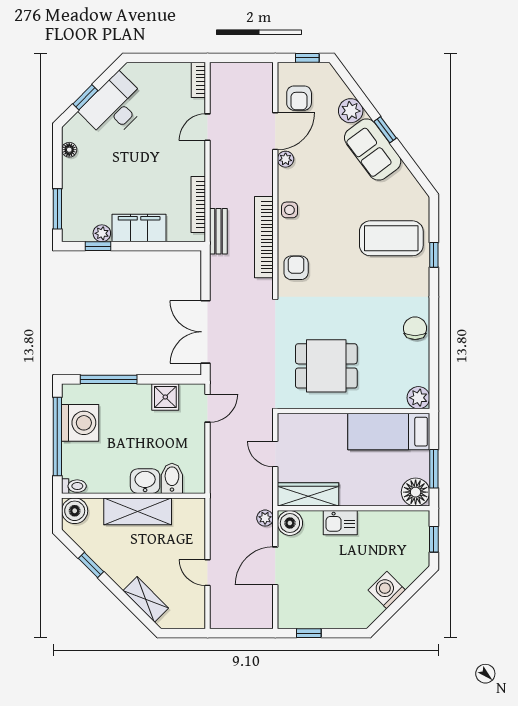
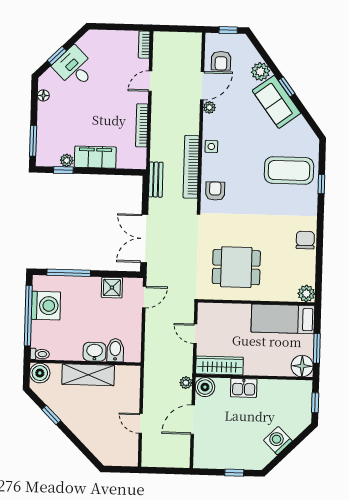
desk: (114, 107) -> (75, 68), width x0.73
bookcase: (198, 204) -> (142, 125), moved
bench: (218, 231) -> (156, 180), moved
shelving: (146, 599) -> (92, 443), removed
window: (309, 633) -> (234, 473), moved

